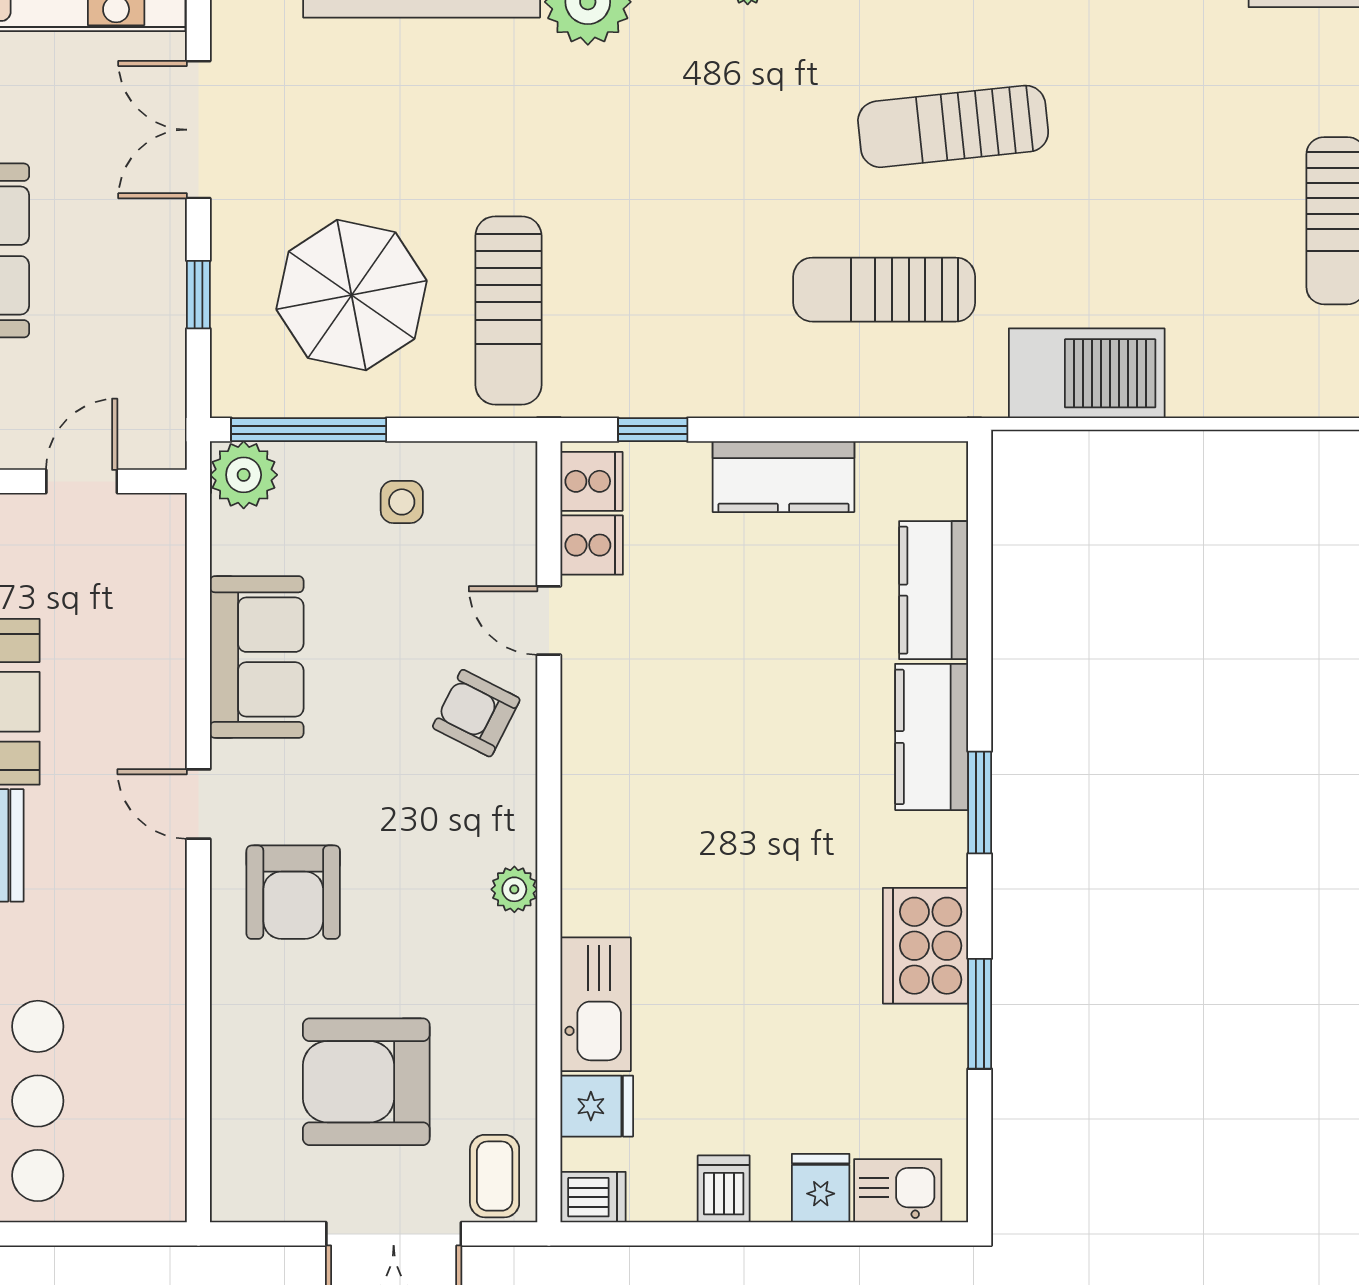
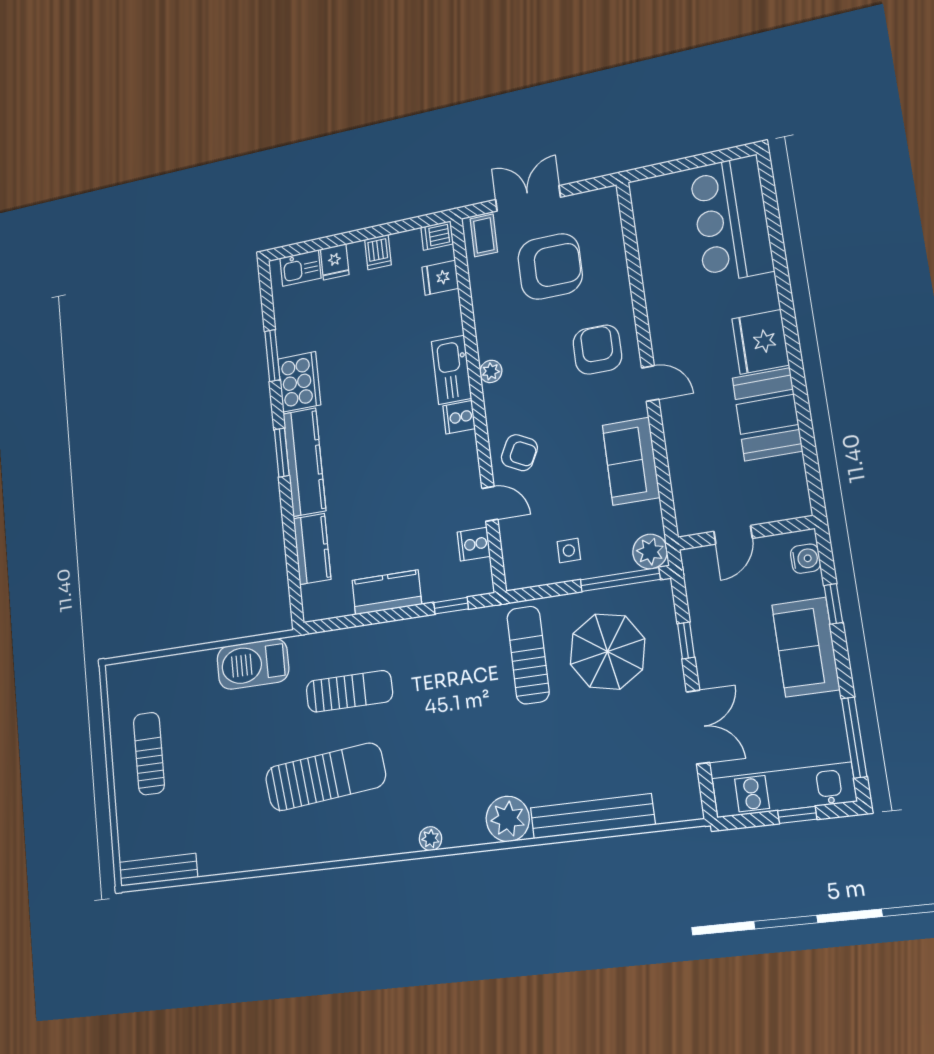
sun lounger: (953, 126) -> (325, 777), width x1.36, depth x1.34
cooker: (591, 481) -> (459, 417), moved
kitchen counter: (932, 737) -> (304, 462), width x1.50
kitchen sink: (596, 1004) -> (451, 370), moved

